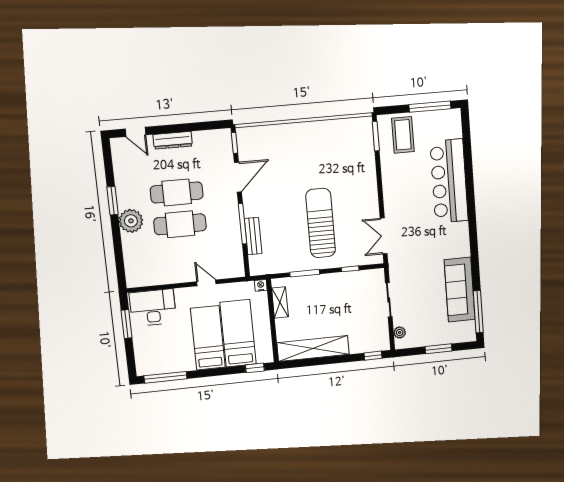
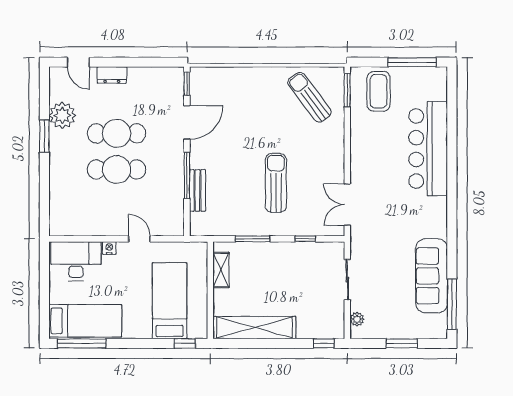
dresser: (173, 140) -> (112, 75), width x0.70
sun lounger: (343, 145) -> (310, 97), added
plant: (131, 221) -> (62, 115), moved
sun lounger: (321, 223) -> (276, 183), width x0.73, depth x0.75
nightstand: (261, 285) -> (109, 248), moved
window: (127, 324) -> (44, 277), removed
bed: (208, 338) -> (85, 321), moved, turned 90

